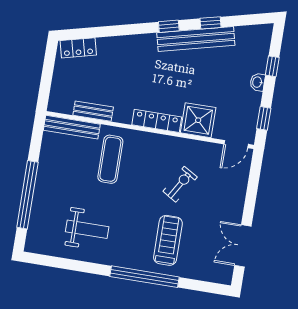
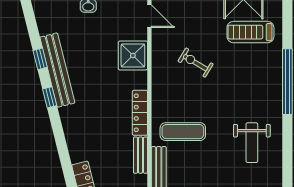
locker: (157, 121) -> (140, 113), moved
weight bench: (87, 229) -> (252, 143), turned 180
treadmill: (168, 240) -> (250, 32), moved

